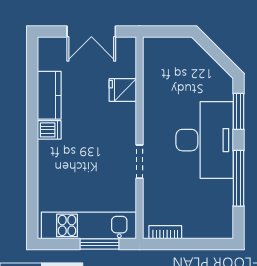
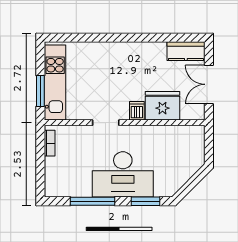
fridge: (123, 90) -> (162, 106), width x1.88, depth x1.34
kitchen counter: (49, 95) -> (186, 51), moved
dishwasher: (49, 130) -> (137, 111), moved, turned 180

